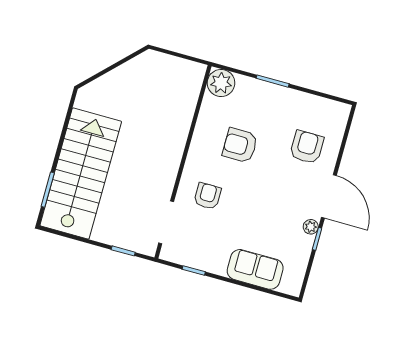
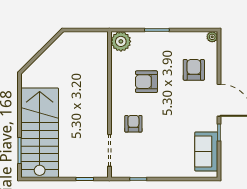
plant: (311, 227) -> (212, 37), moved
sofa: (255, 269) -> (206, 151), moved, turned -90

